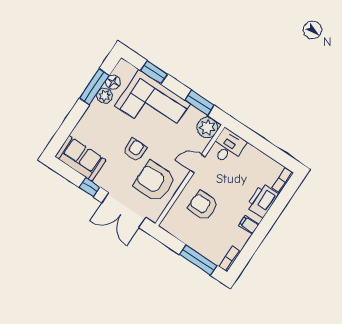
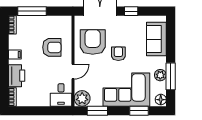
floor lamp: (113, 82) -> (161, 100), moved
armchair: (135, 150) -> (118, 54), turned 180
sofa: (80, 158) -> (156, 39), moved, turned 90
armchair: (154, 181) -> (93, 42), turned -90

